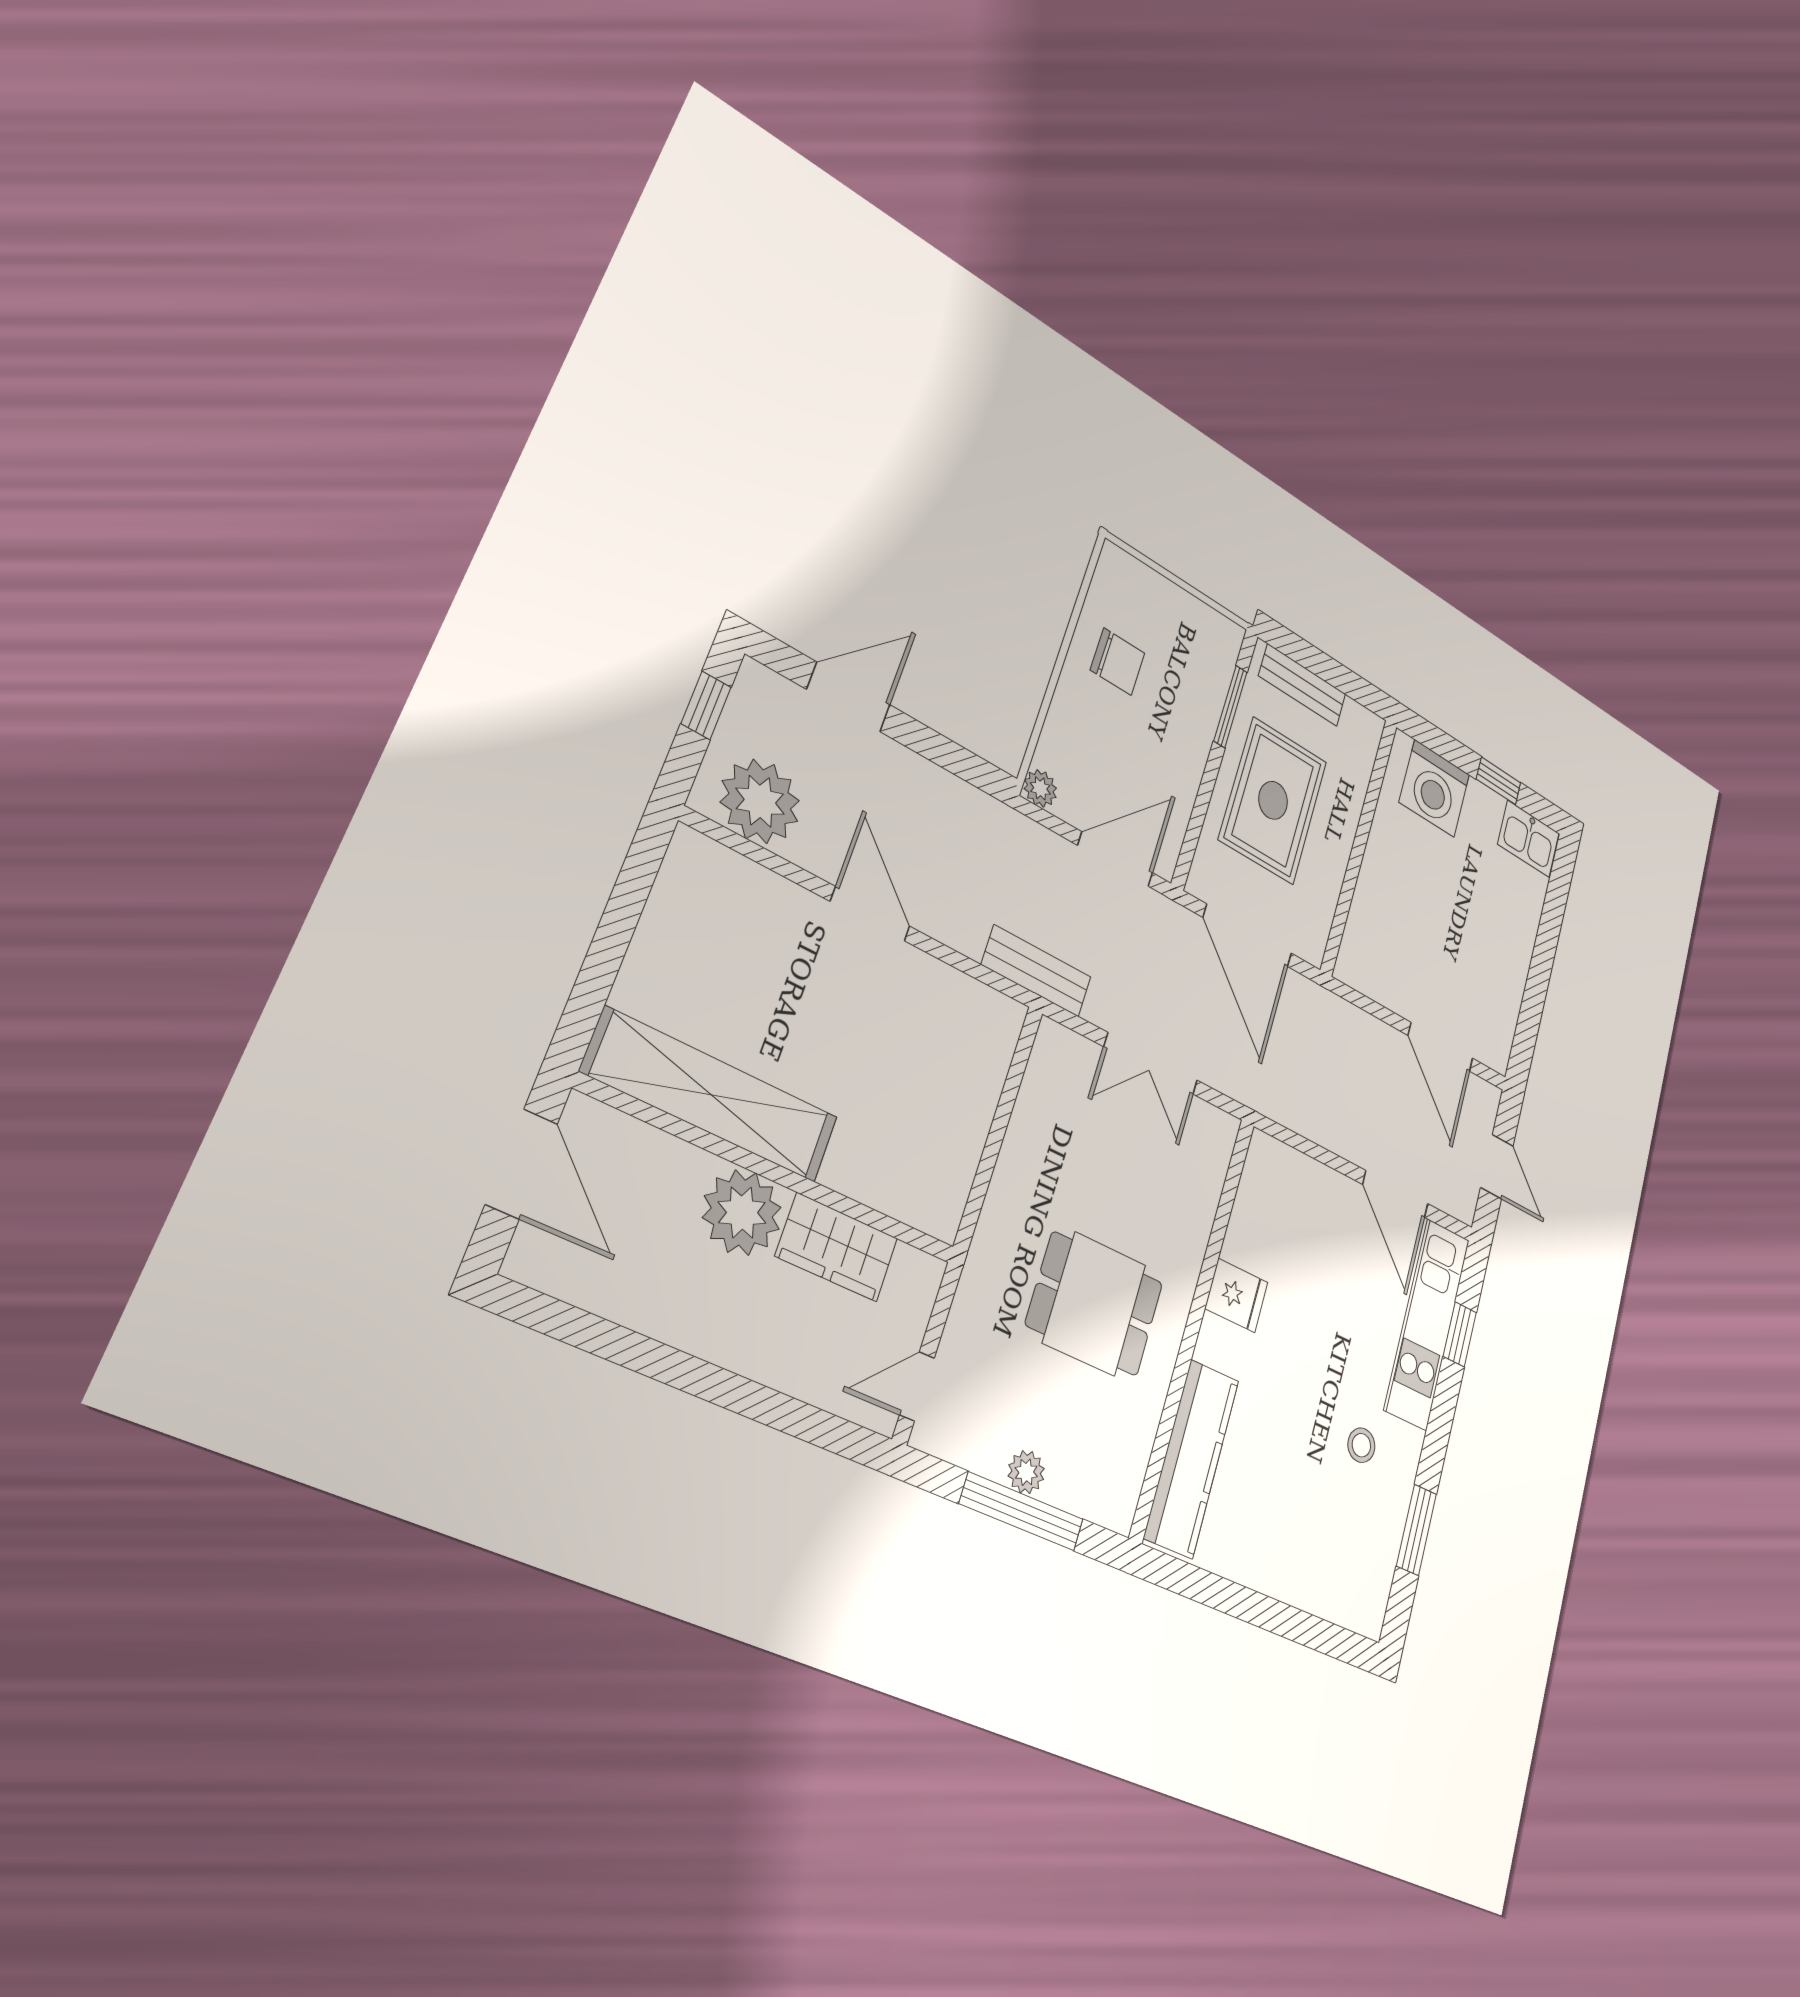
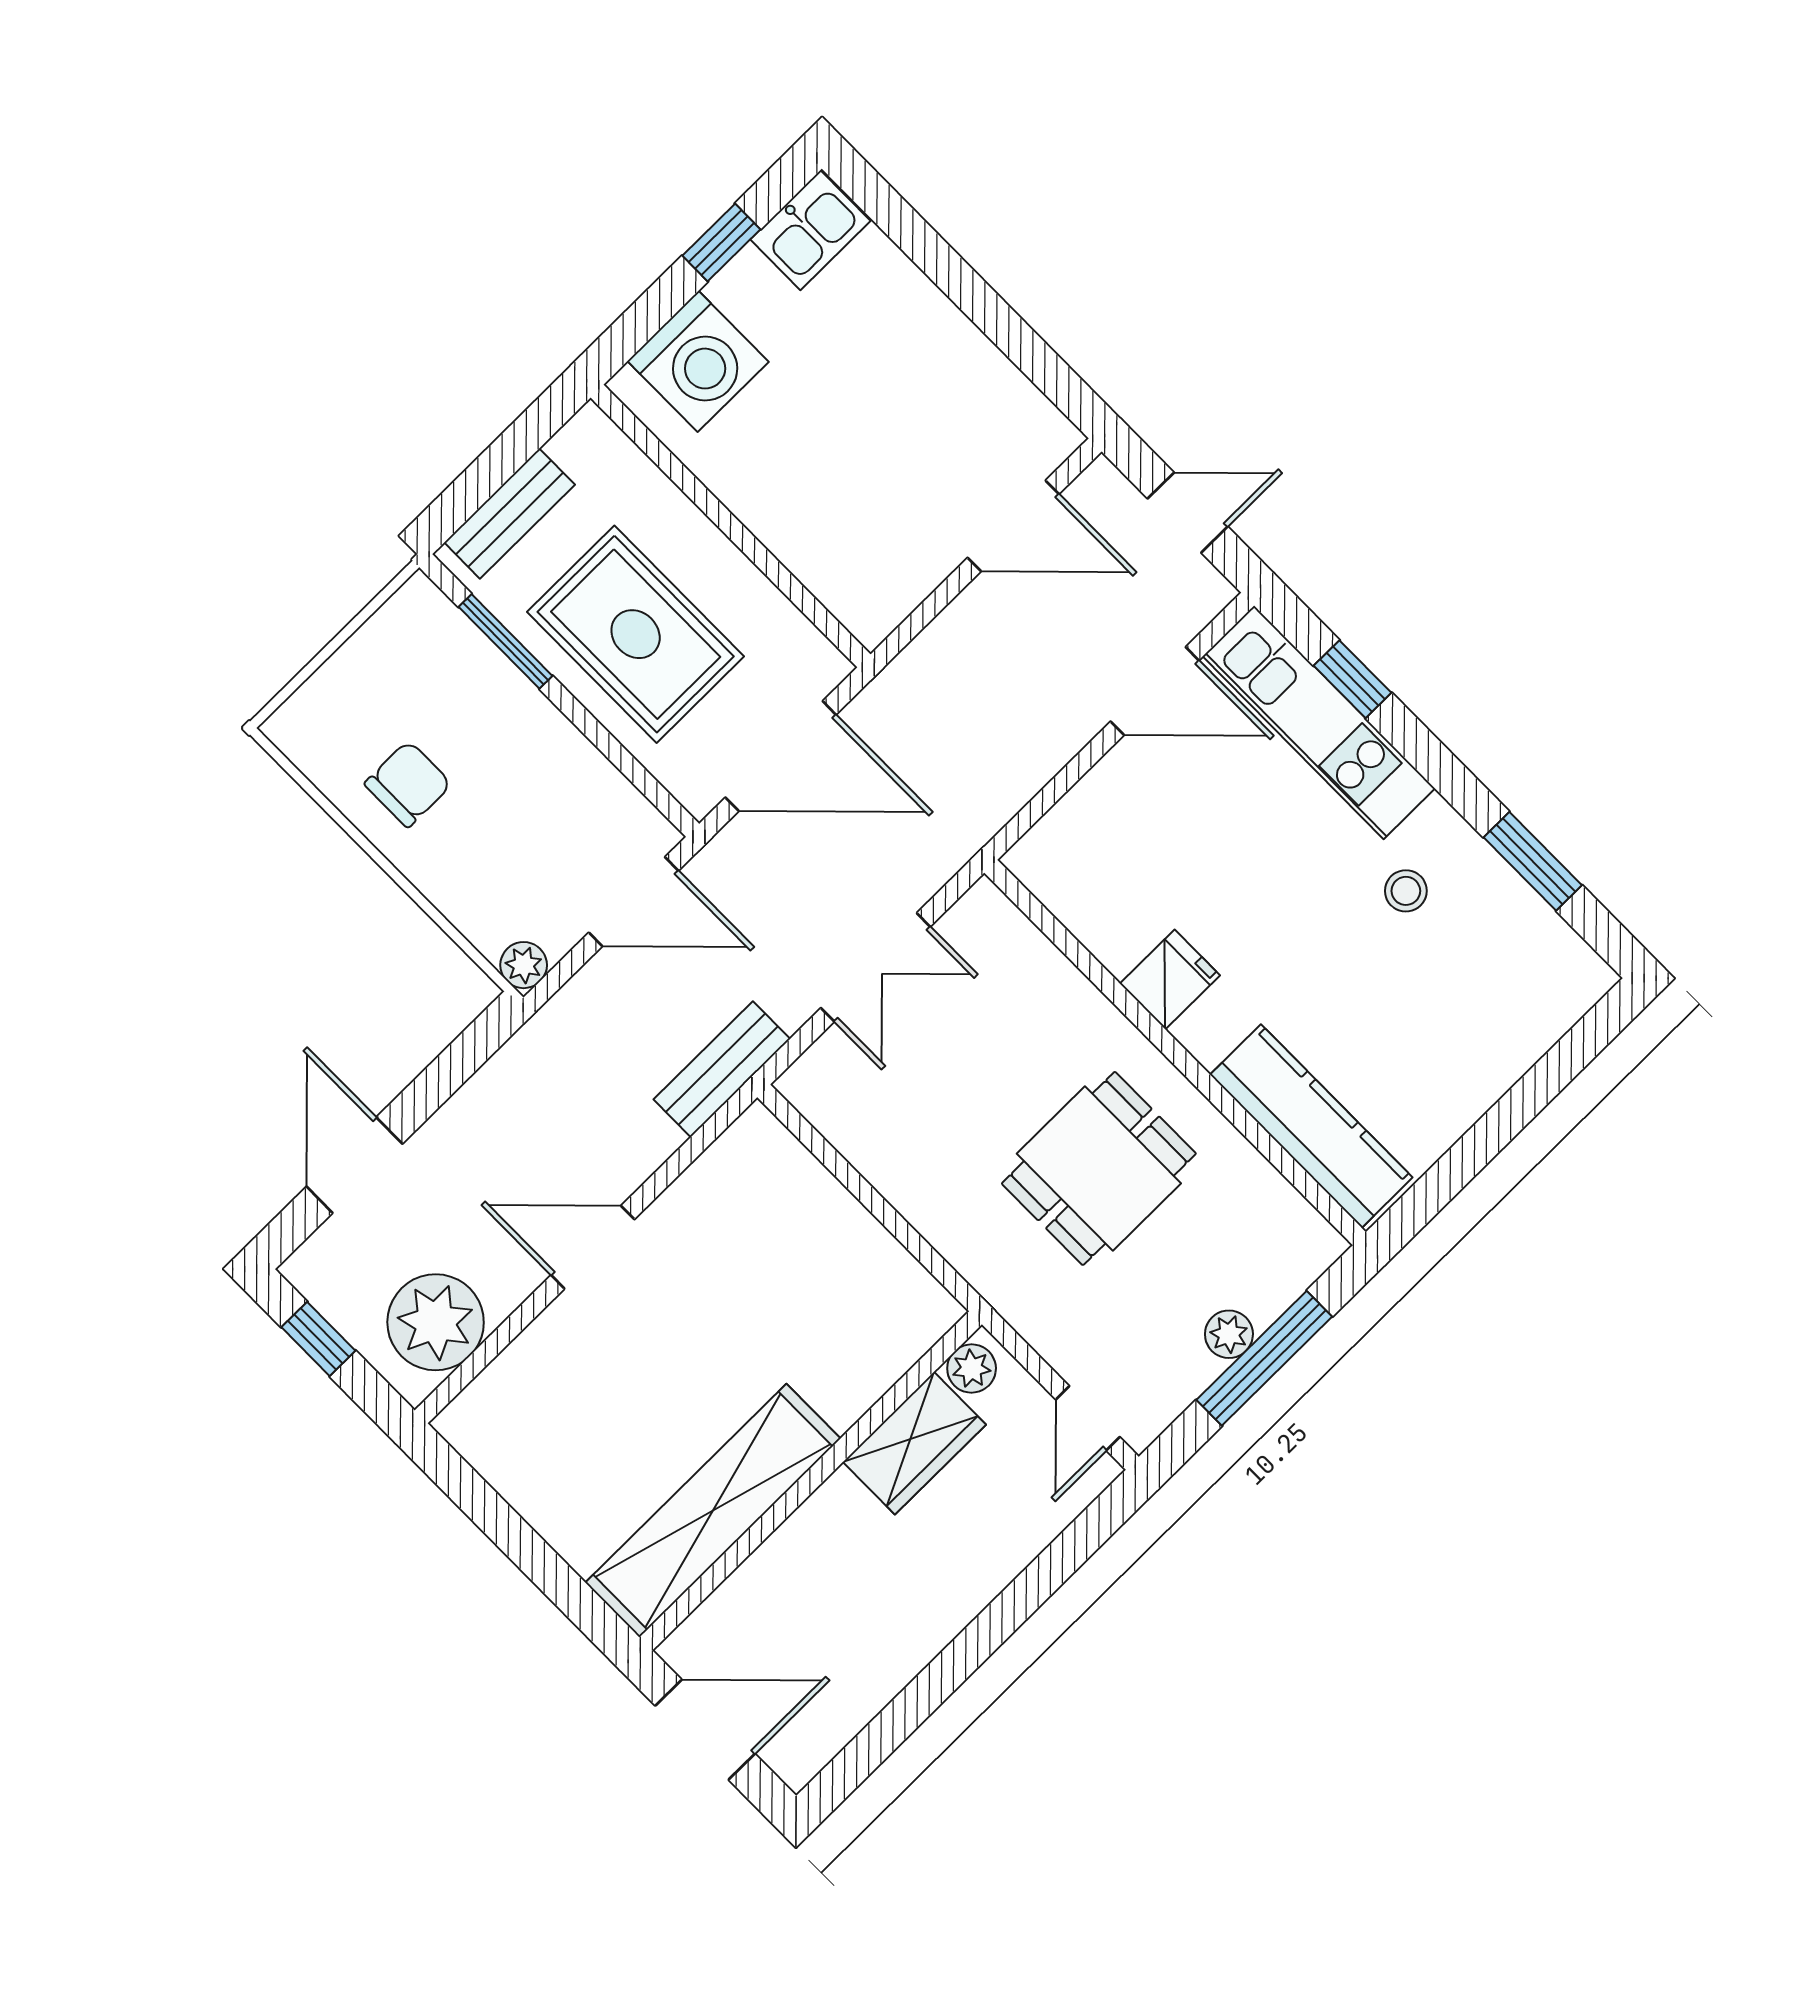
door: (1115, 859) -> (634, 902), swing flipped
plant: (742, 1212) -> (972, 1368), moved, width x0.53, depth x0.53

